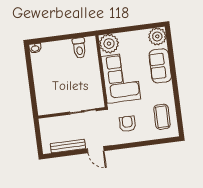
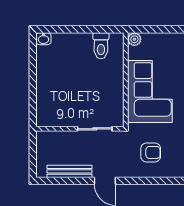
plant: (109, 44) -> (134, 39), width x0.53, depth x0.53
armchair: (127, 124) -> (151, 152), turned 90

